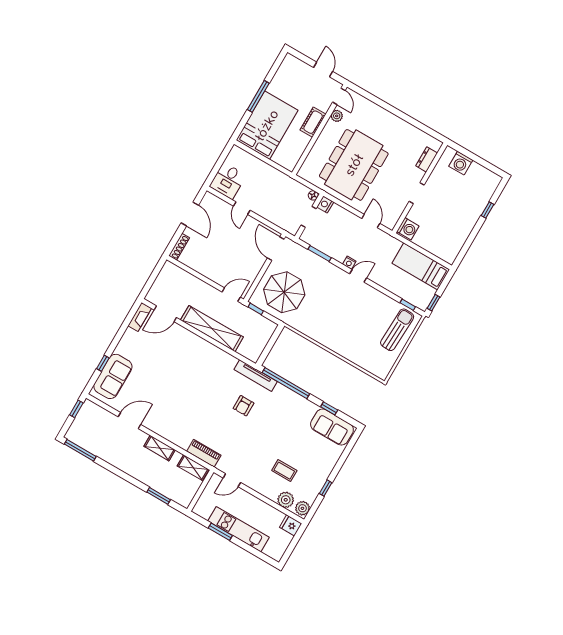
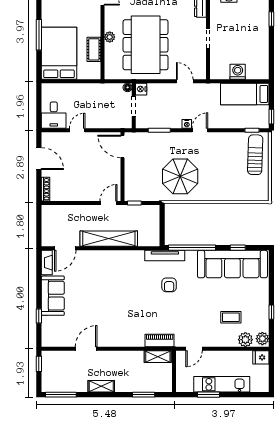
plant: (337, 116) -> (110, 37), moved
cot: (313, 122) -> (94, 49), moved
door: (242, 208) -> (77, 130), swing flipped
washing machine: (408, 229) -> (238, 72), moved, turned -90
parasol: (284, 292) -> (180, 176), moved
sofa: (113, 376) -> (53, 296), moved
sofa: (332, 427) -> (232, 264), width x1.85, depth x1.27
shelving: (160, 448) -> (101, 386), moved

